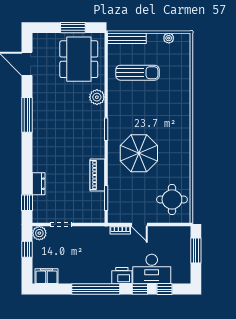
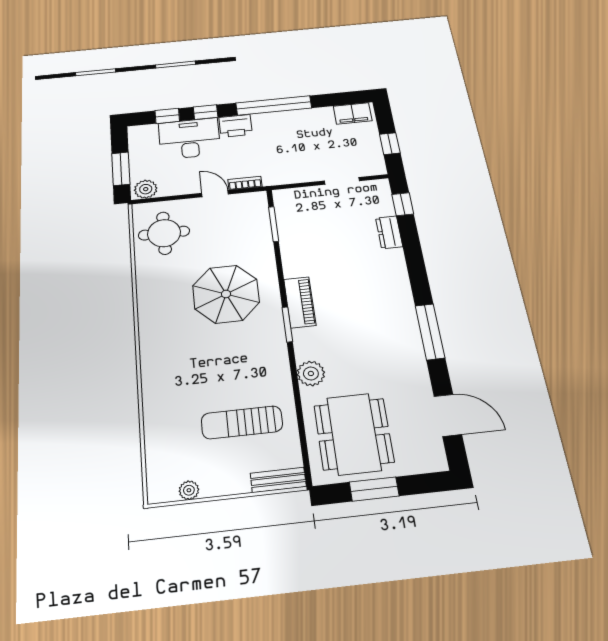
bench: (127, 38) -> (278, 480), width x0.73
piano: (97, 175) -> (300, 302), moved
plant: (39, 233) -> (146, 189), moved

